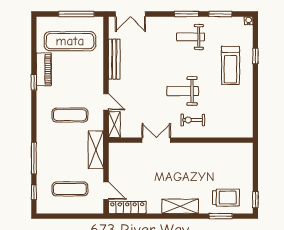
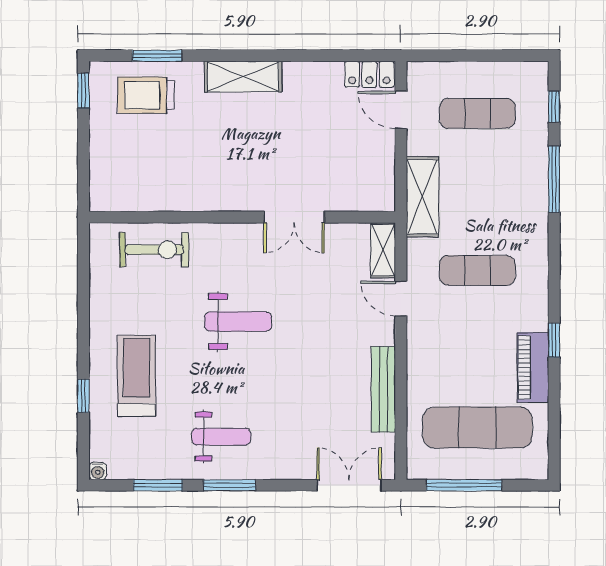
exercise bike: (193, 120) -> (154, 250), moved, width x1.38, depth x1.39
locker: (127, 207) -> (369, 74), width x0.66

